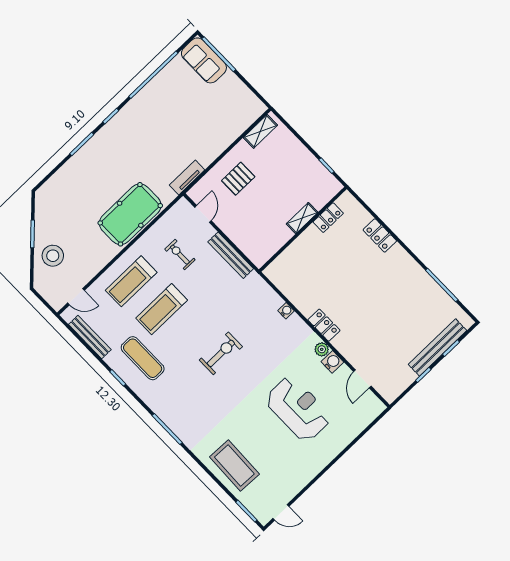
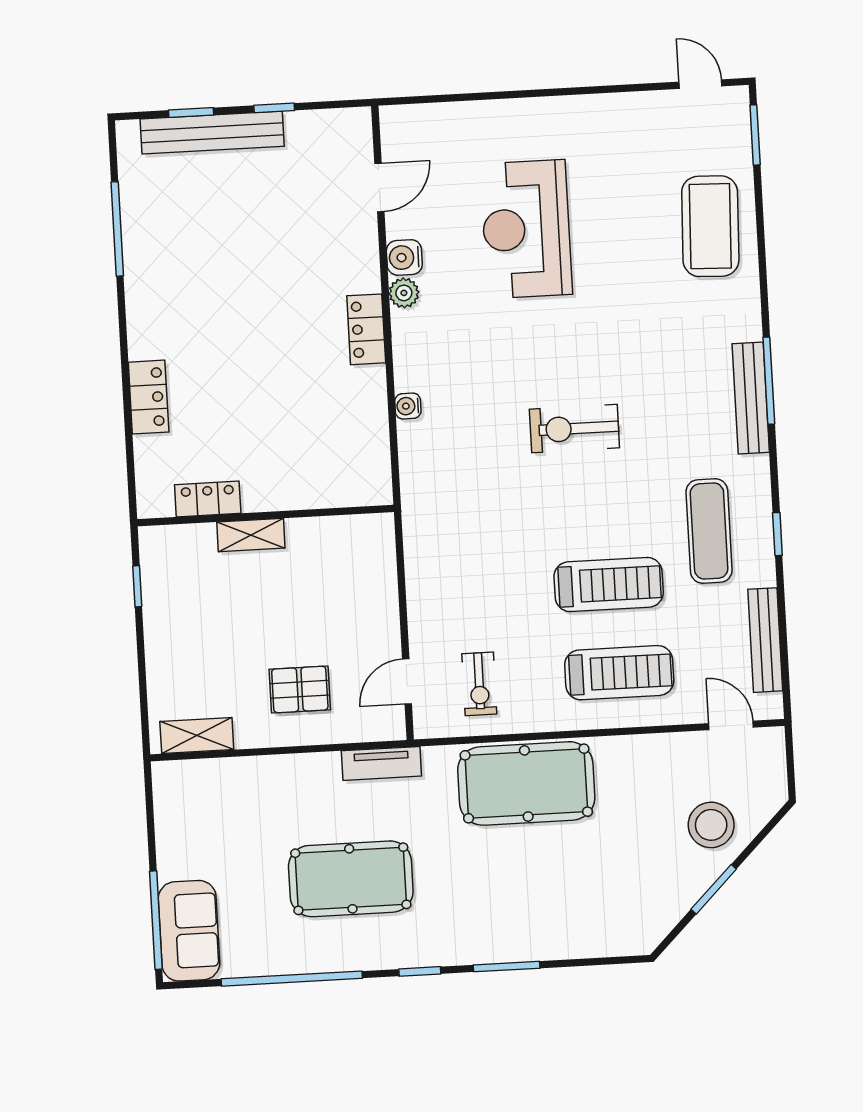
pool table: (163, 128) -> (351, 879), added
exercise bike: (180, 255) -> (479, 684), moved
bench: (231, 255) -> (751, 398), moved

